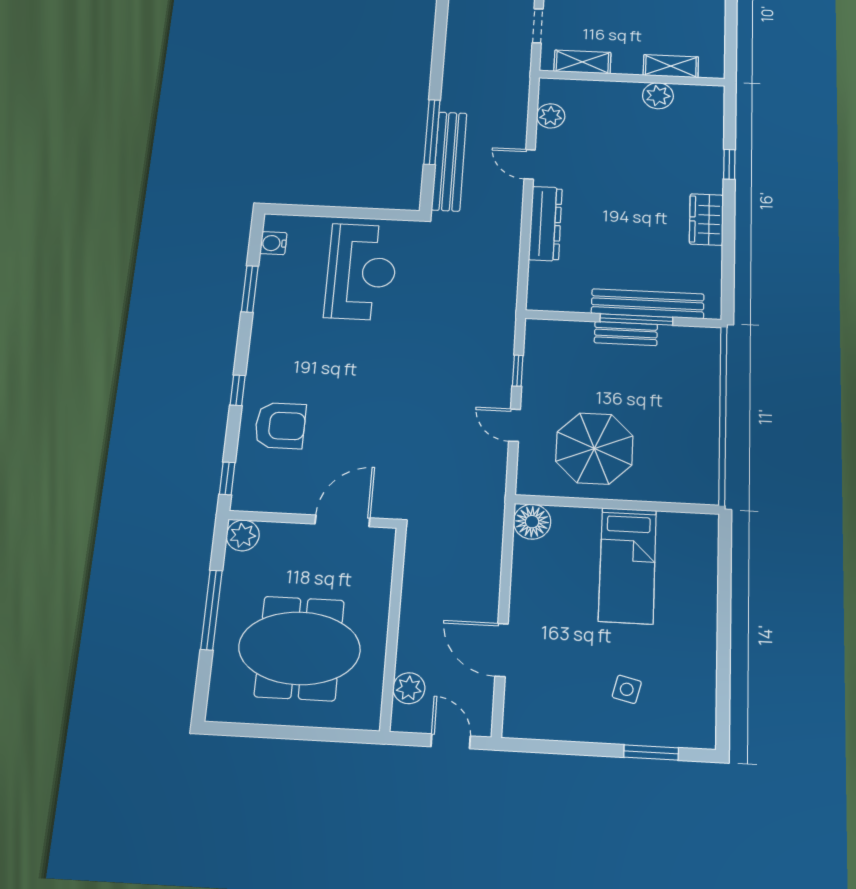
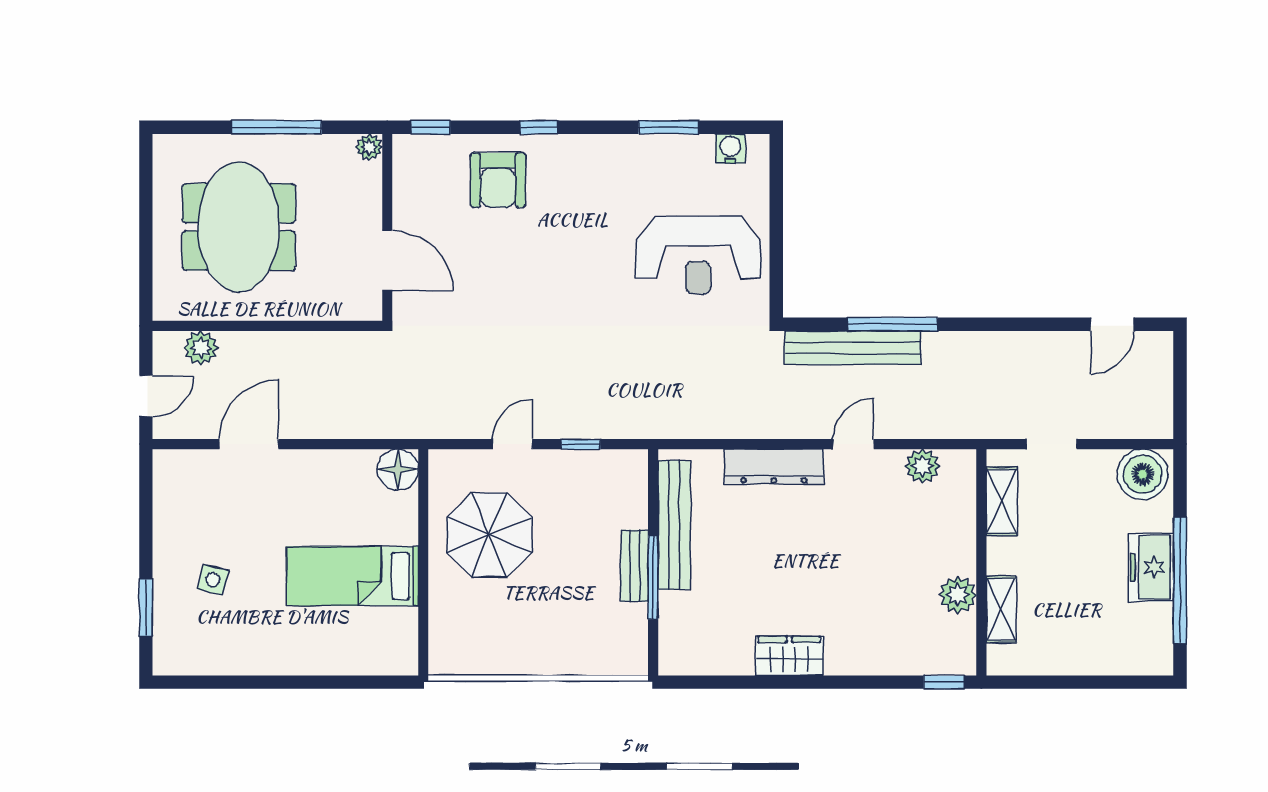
window: (729, 164) -> (944, 682), moved
bench: (648, 304) -> (674, 525), moved
plant: (243, 535) -> (369, 147), width x0.73, depth x0.73

